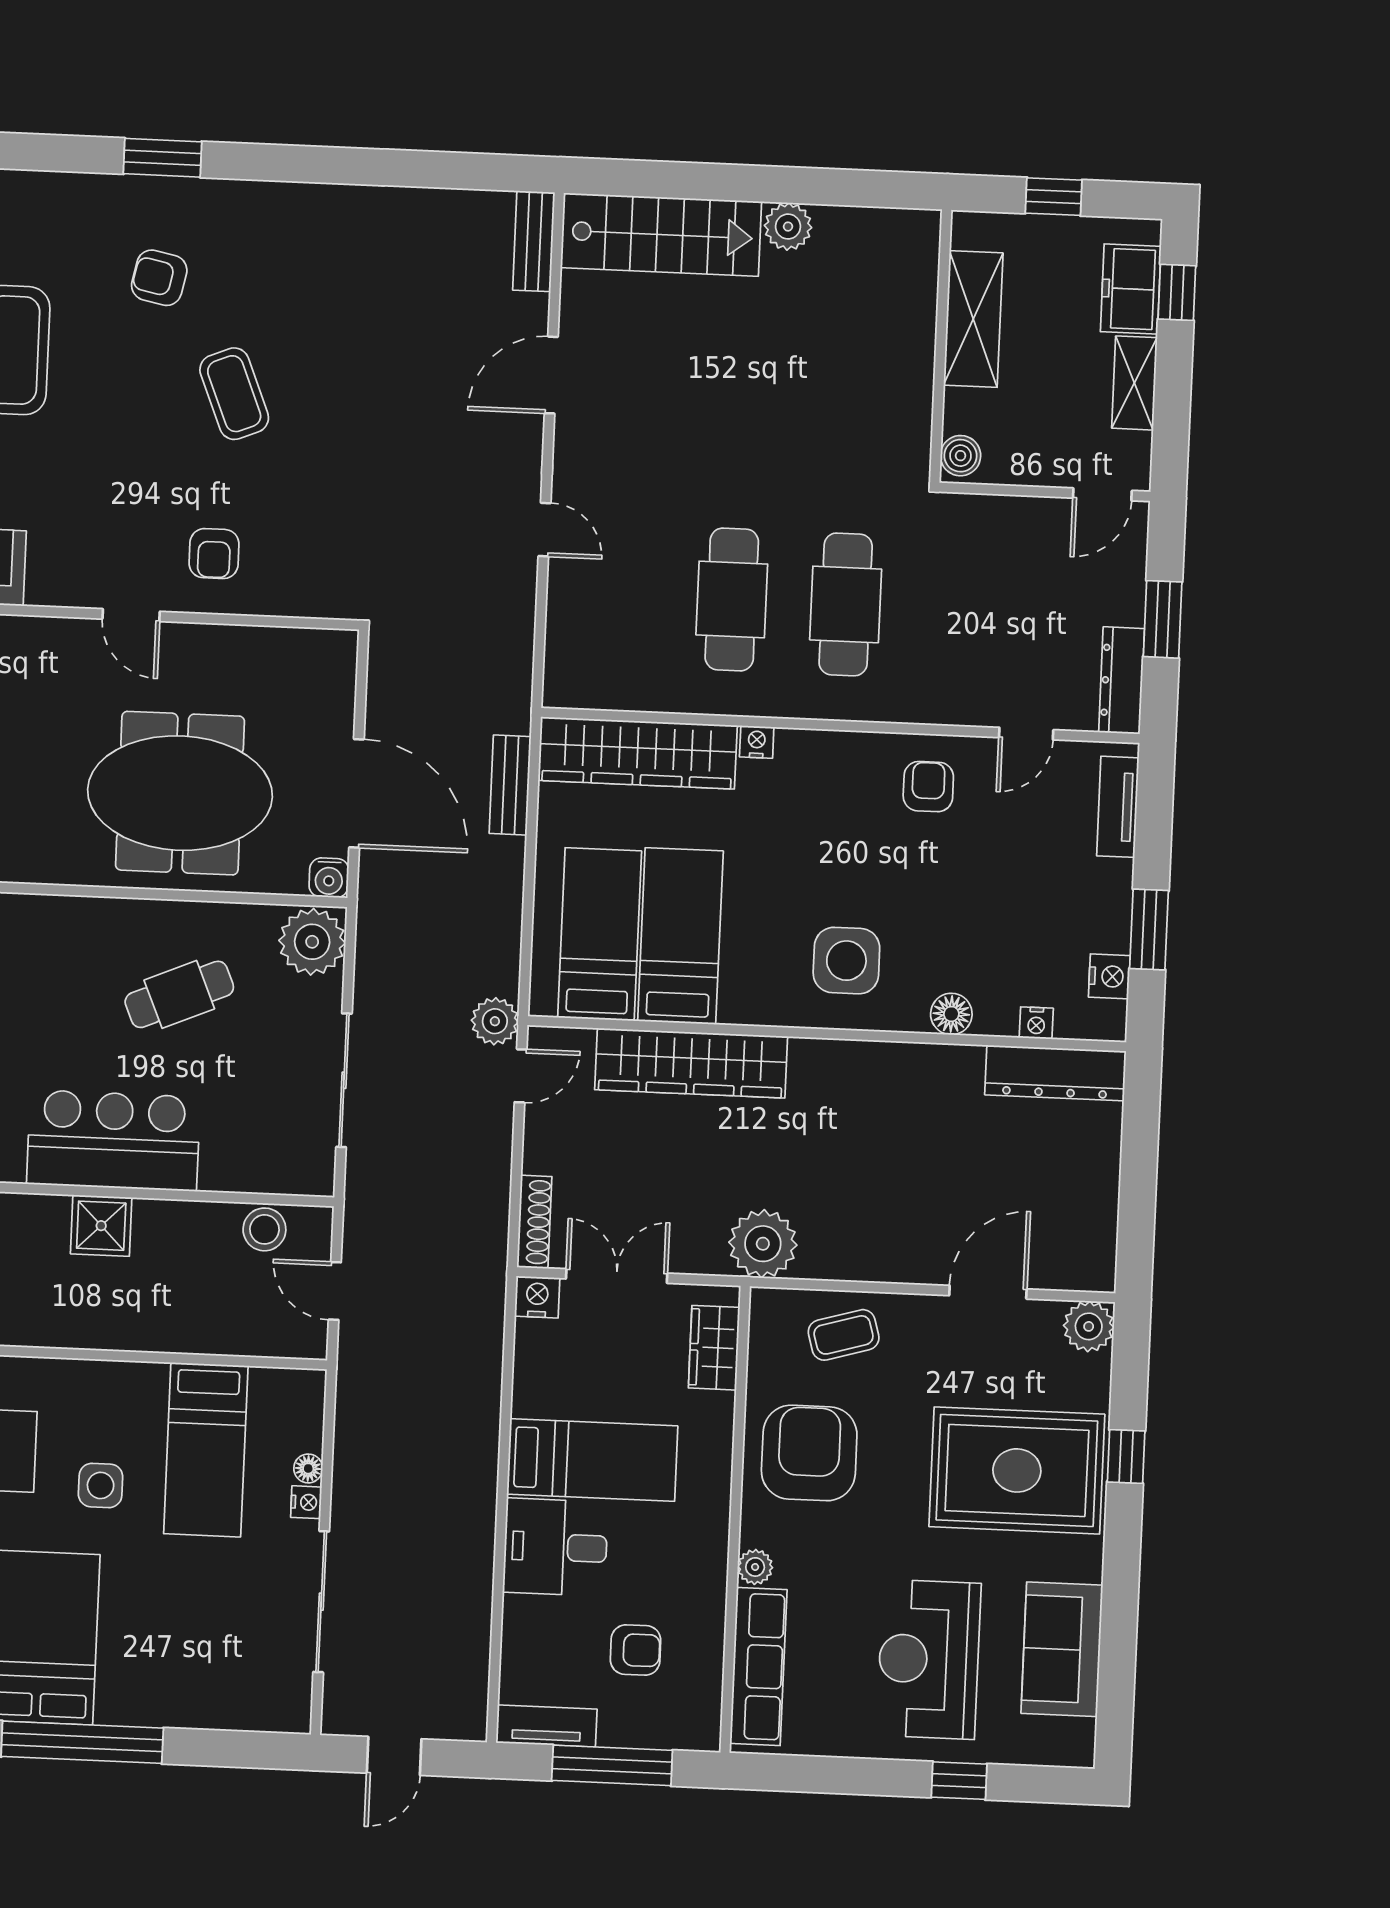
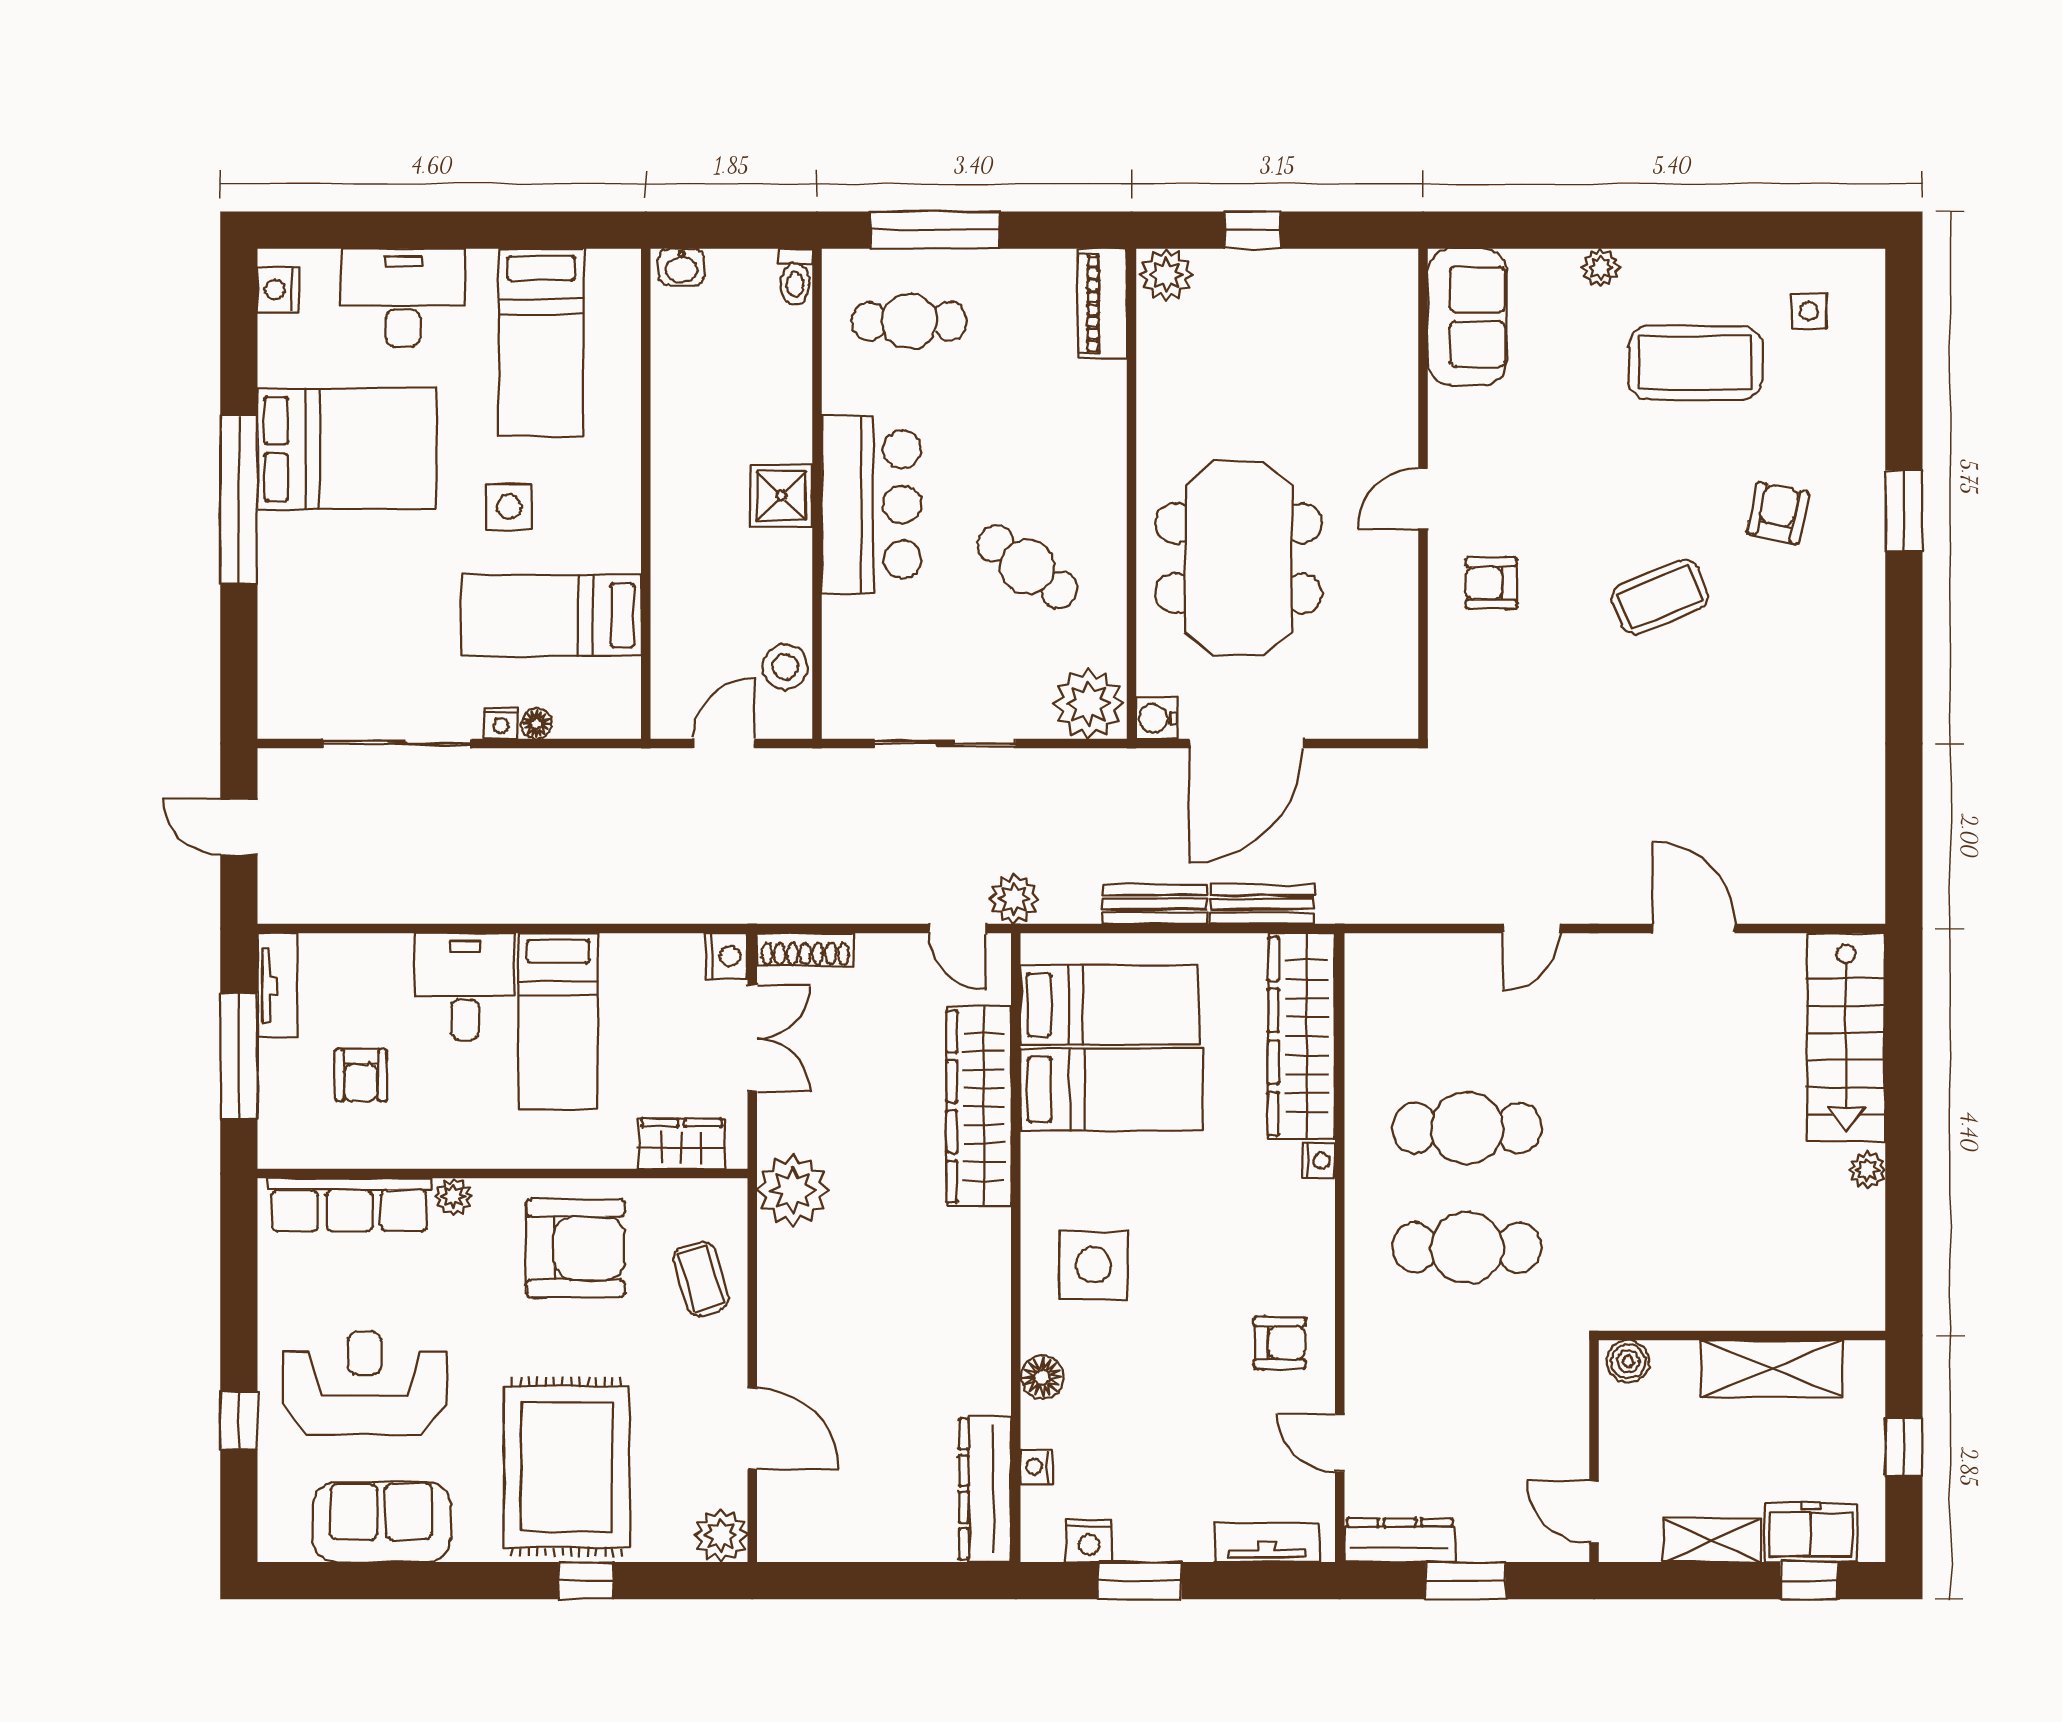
plant: (788, 227) -> (1867, 1170), width x0.73, depth x0.73
bench: (534, 241) -> (1155, 904), moved
cafe table: (179, 994) -> (1027, 567), turned -31

